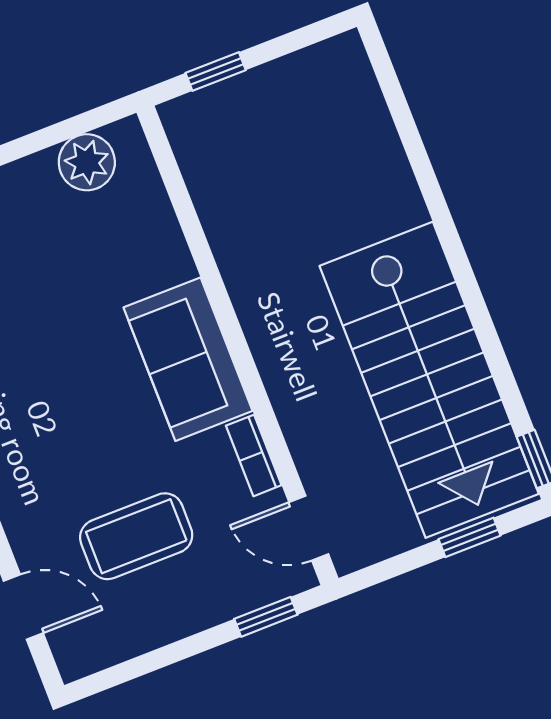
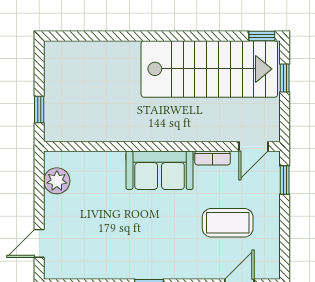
coffee table: (136, 536) -> (228, 223), turned 90

